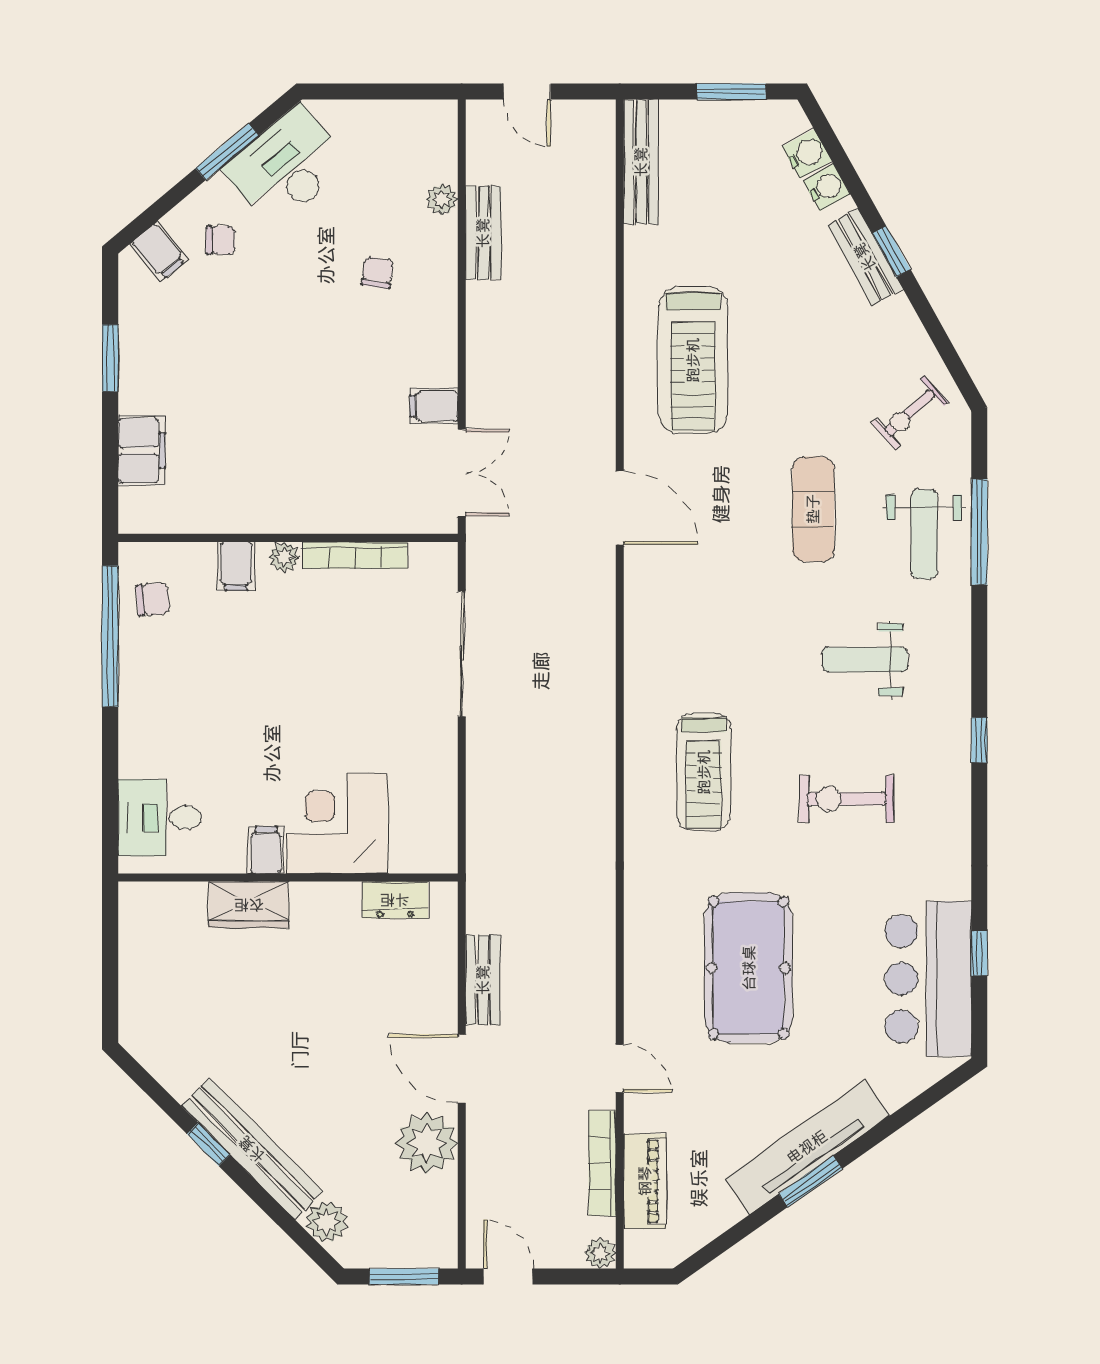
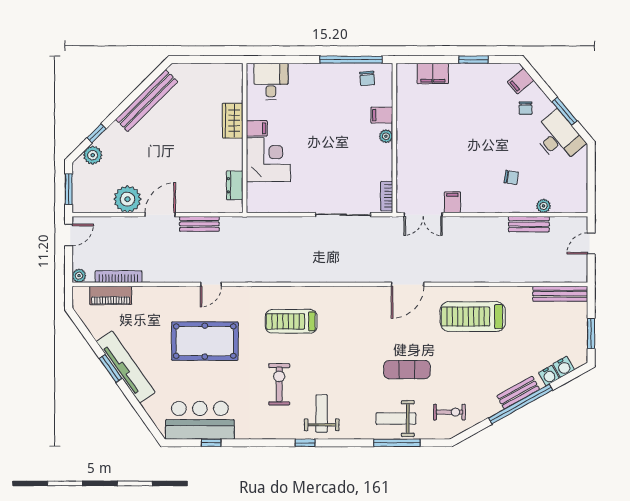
window: (891, 251) -> (521, 404), width x3.17
exercise bike: (910, 413) -> (449, 412), turned 132
bookcase: (355, 555) -> (387, 196), moved, width x0.64
weight bench: (865, 660) -> (322, 413), moved
door: (620, 1068) -> (211, 284), moved
window: (208, 1144) -> (96, 133), moved
bench: (252, 1149) -> (147, 101), moved

